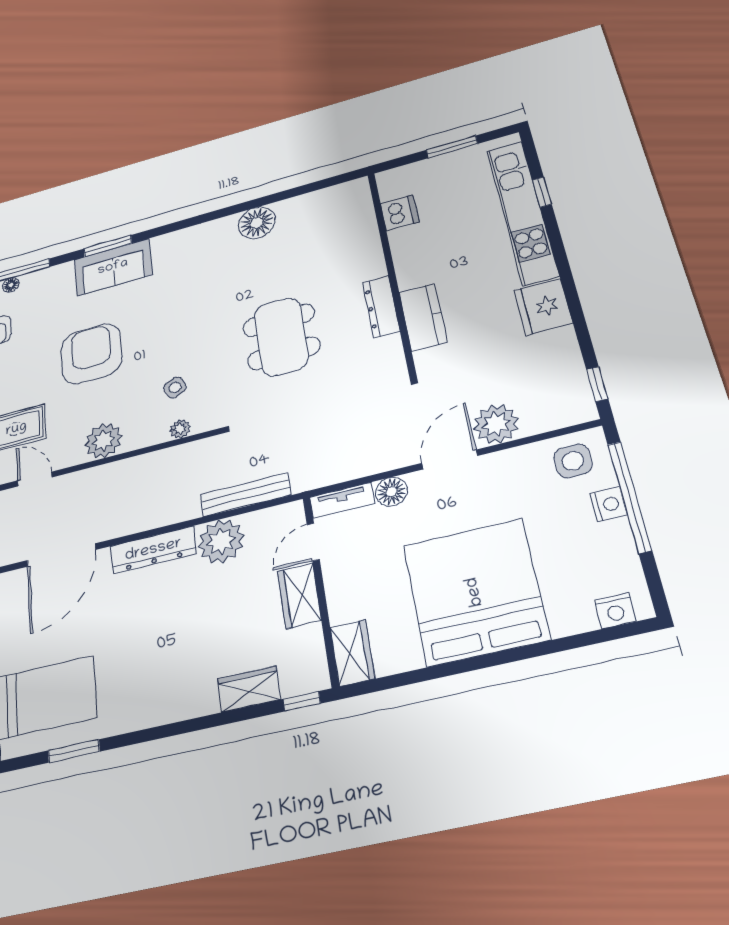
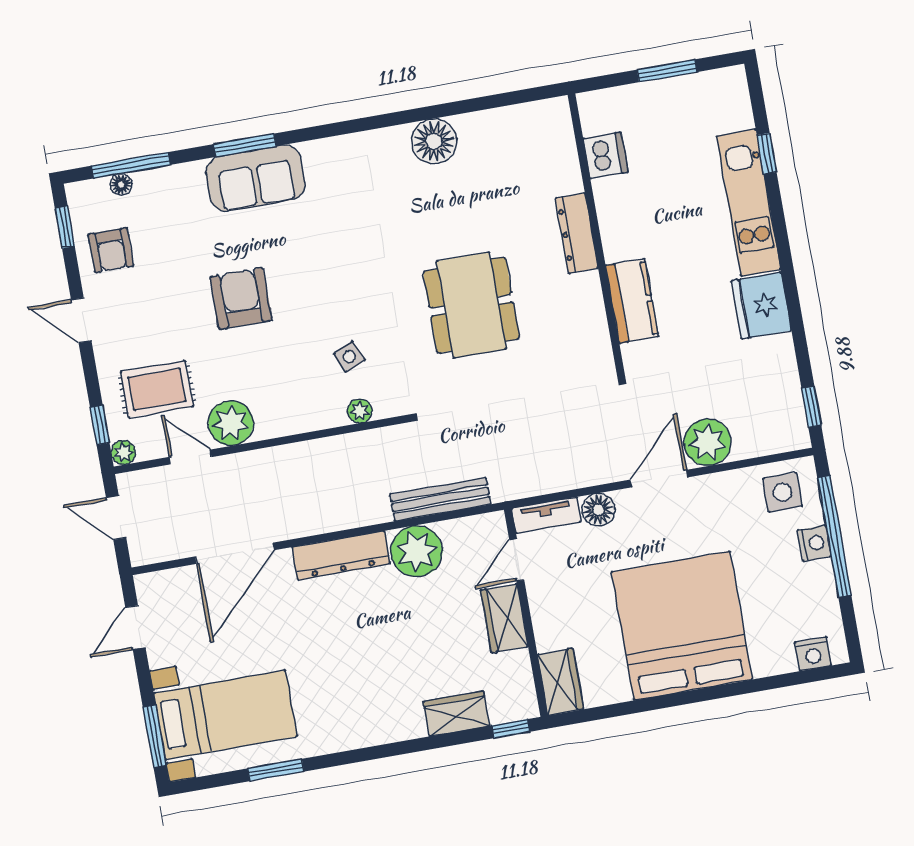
kitchen unit: (522, 212) -> (748, 203), width x0.73
dresser: (381, 307) -> (577, 233), moved
armchair: (91, 354) -> (241, 299), width x0.73, depth x0.73
plant: (103, 441) -> (231, 423), moved

